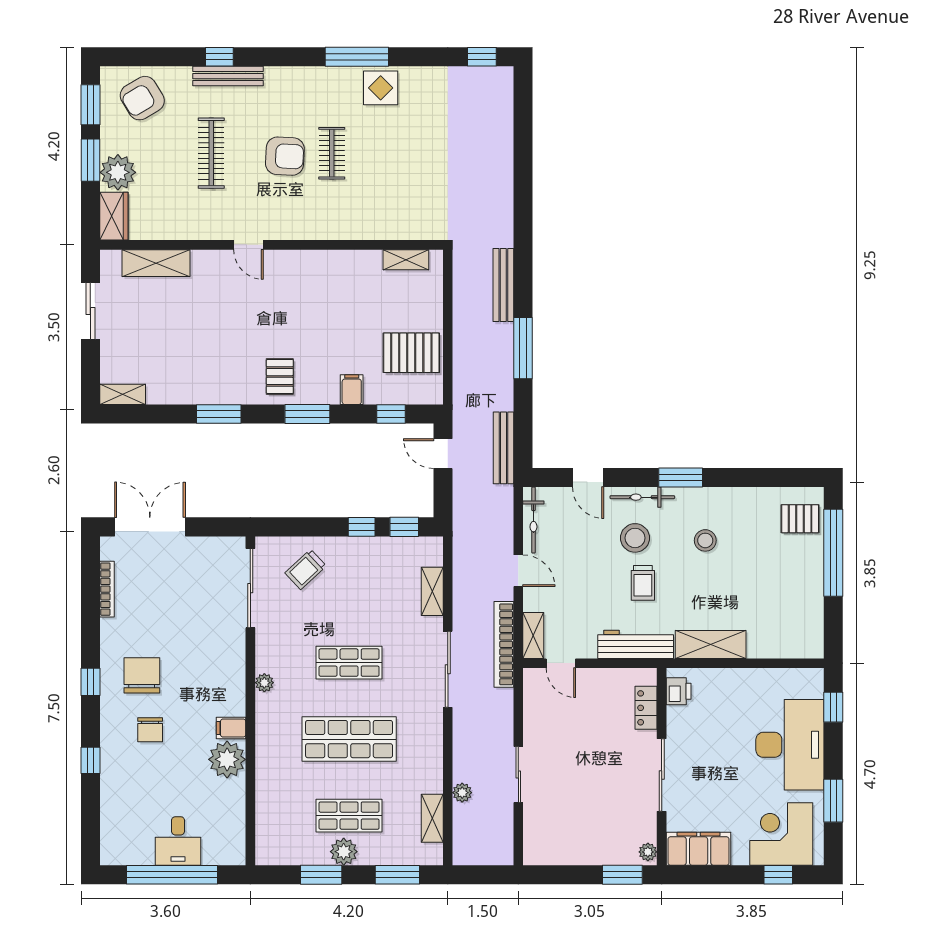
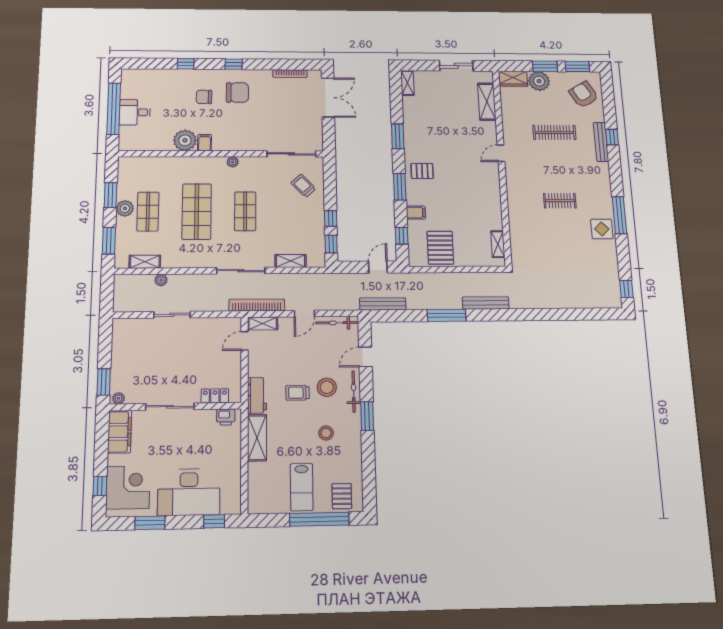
armchair: (285, 156) -> (556, 174), removed
lab bench: (786, 578) -> (302, 487), added
workbench: (636, 644) -> (257, 395), width x0.73

